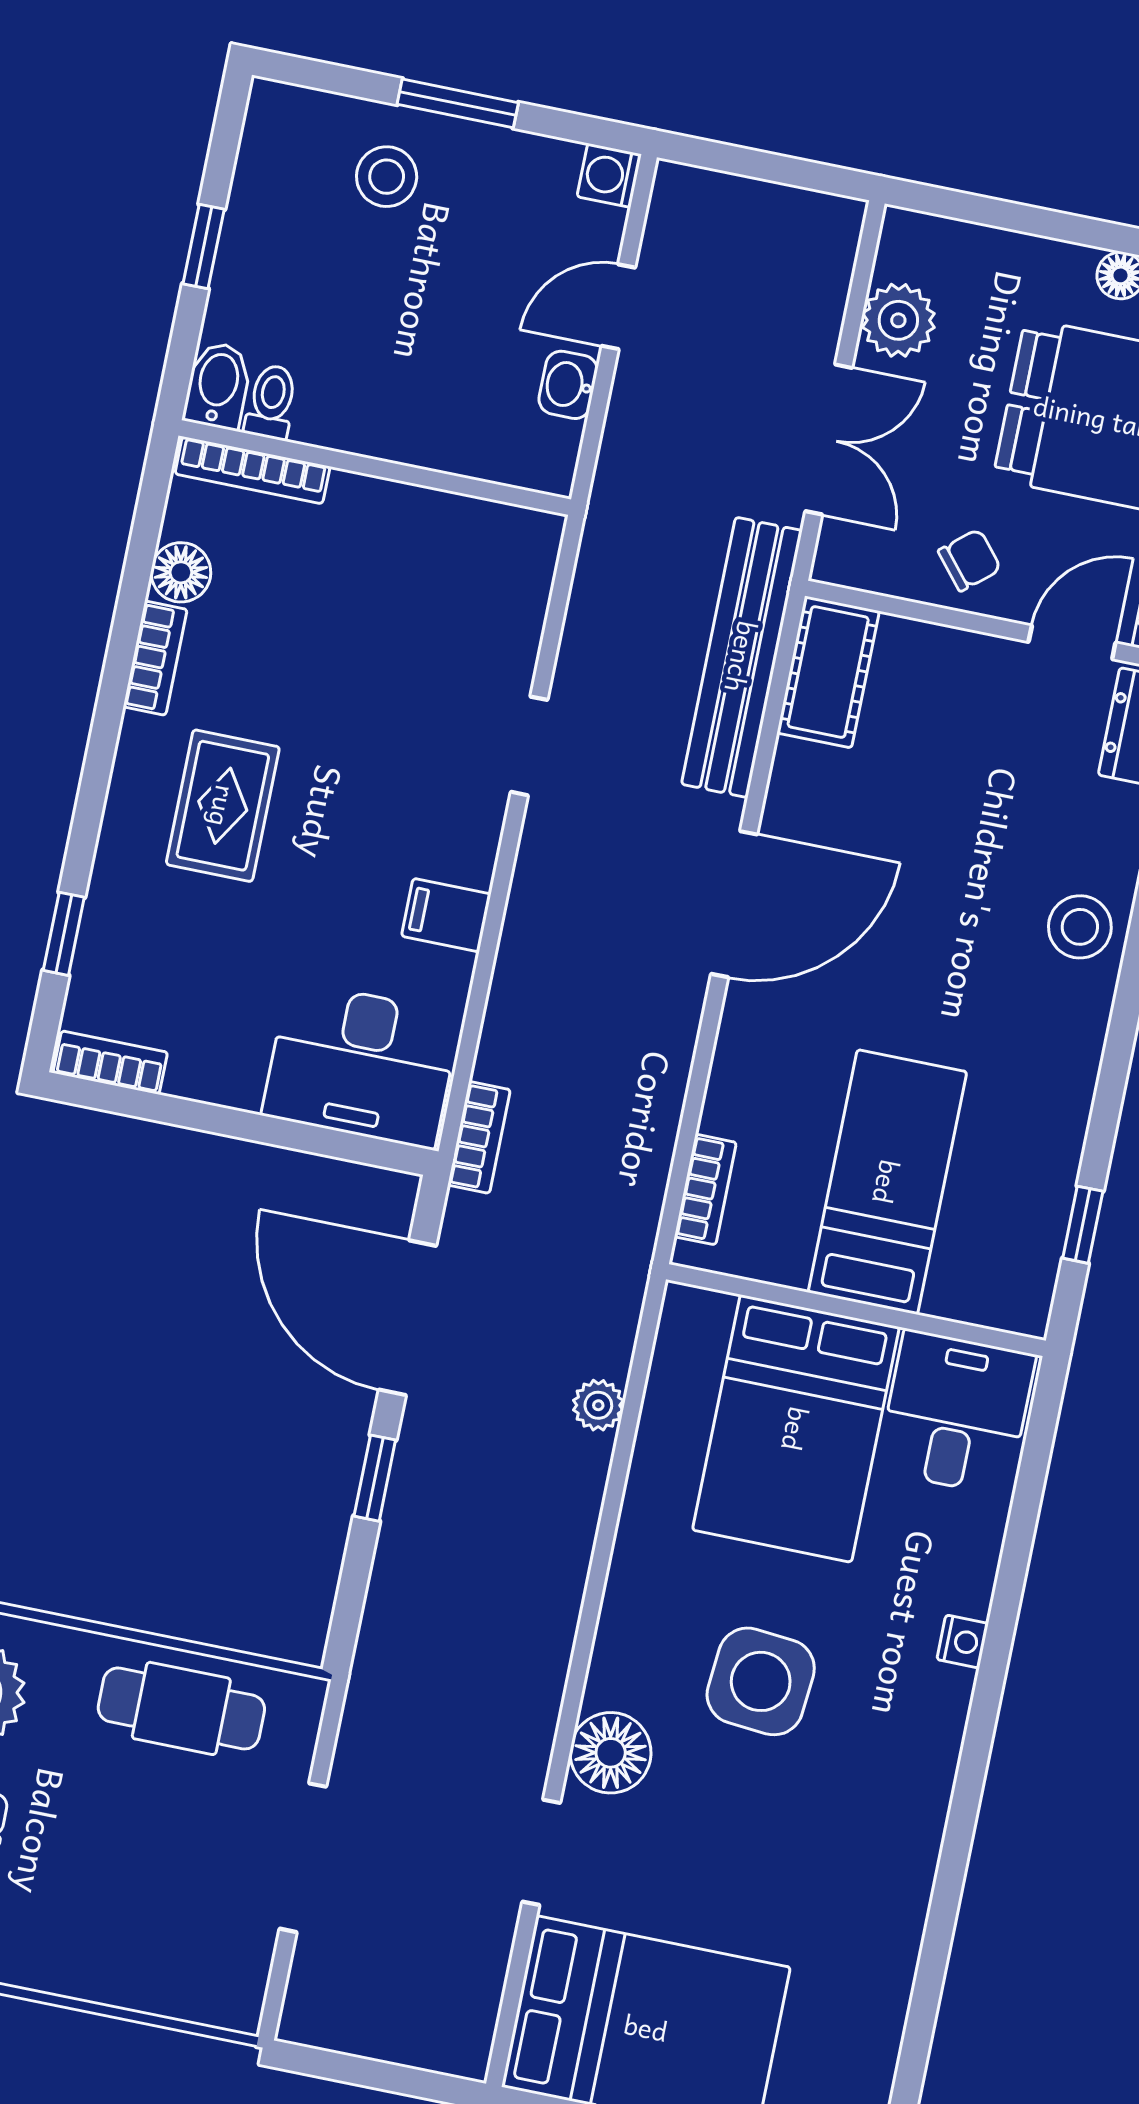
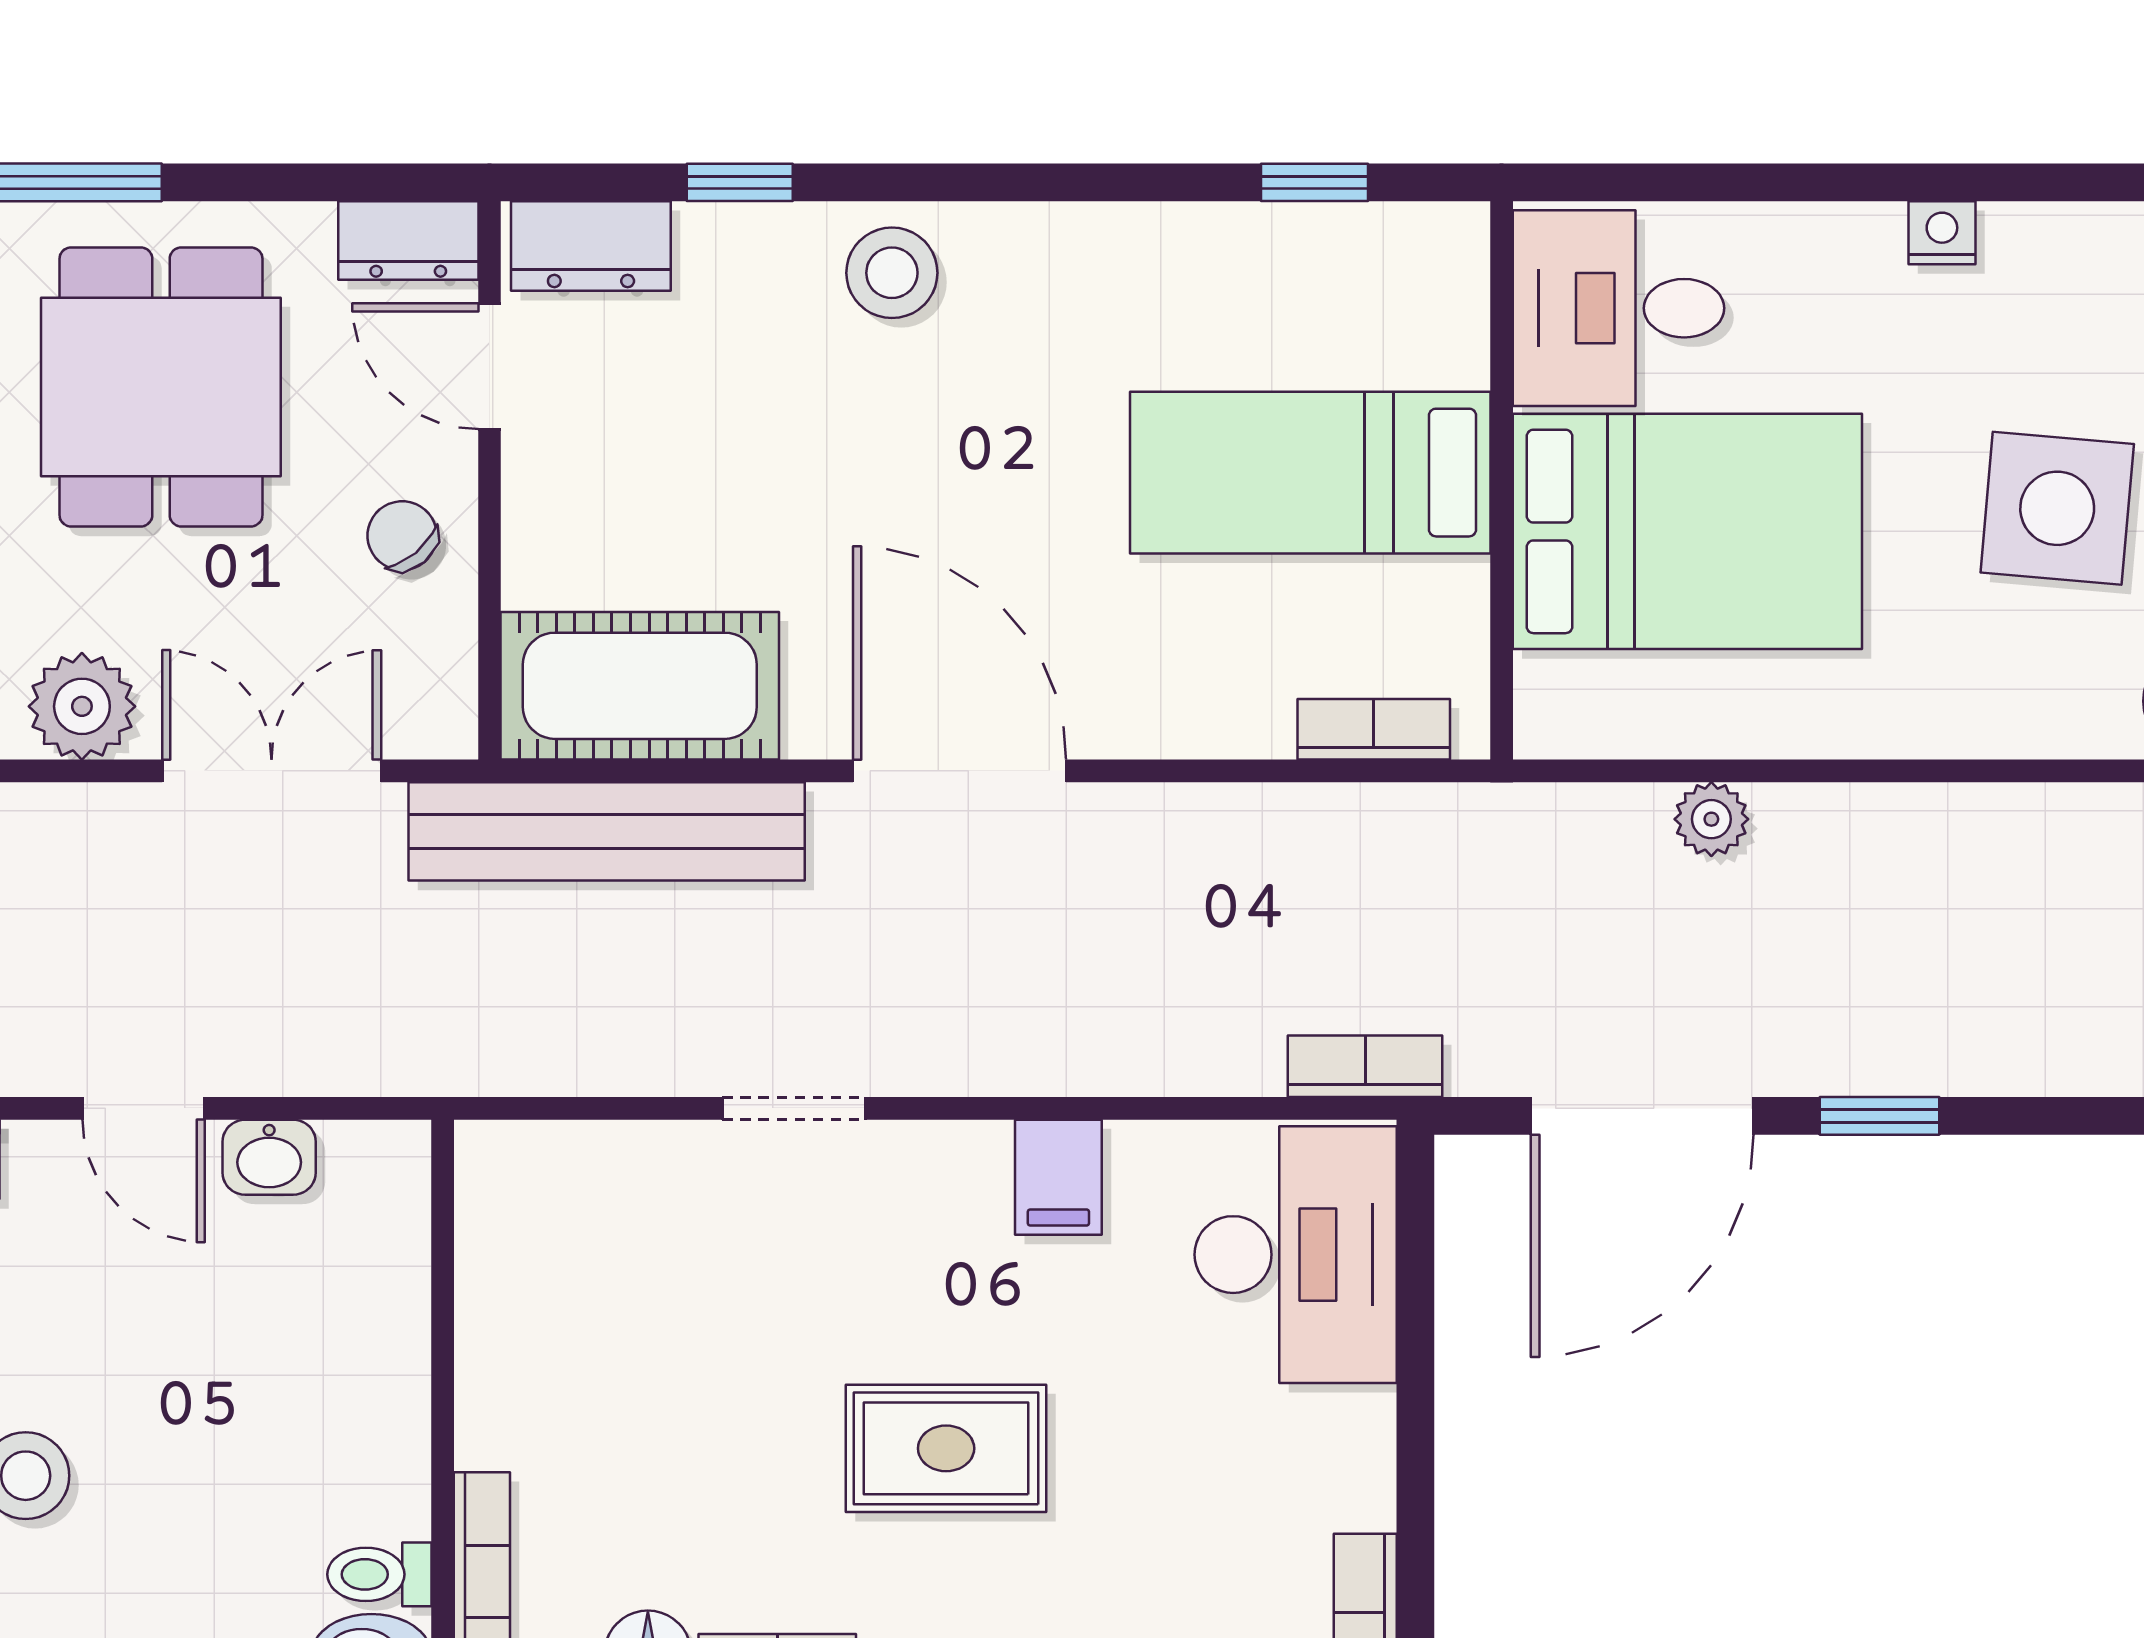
cot: (828, 672) -> (640, 686), width x1.37, depth x1.34
rug: (223, 806) -> (946, 1448), moved

